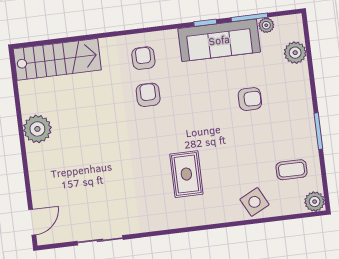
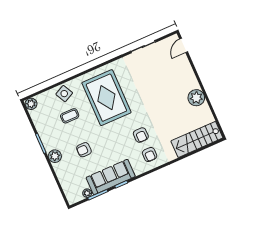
plant: (295, 53) -> (55, 156), moved
coffee table: (292, 170) -> (70, 116), moved
rug: (186, 174) -> (106, 98), width x1.86, depth x2.06

